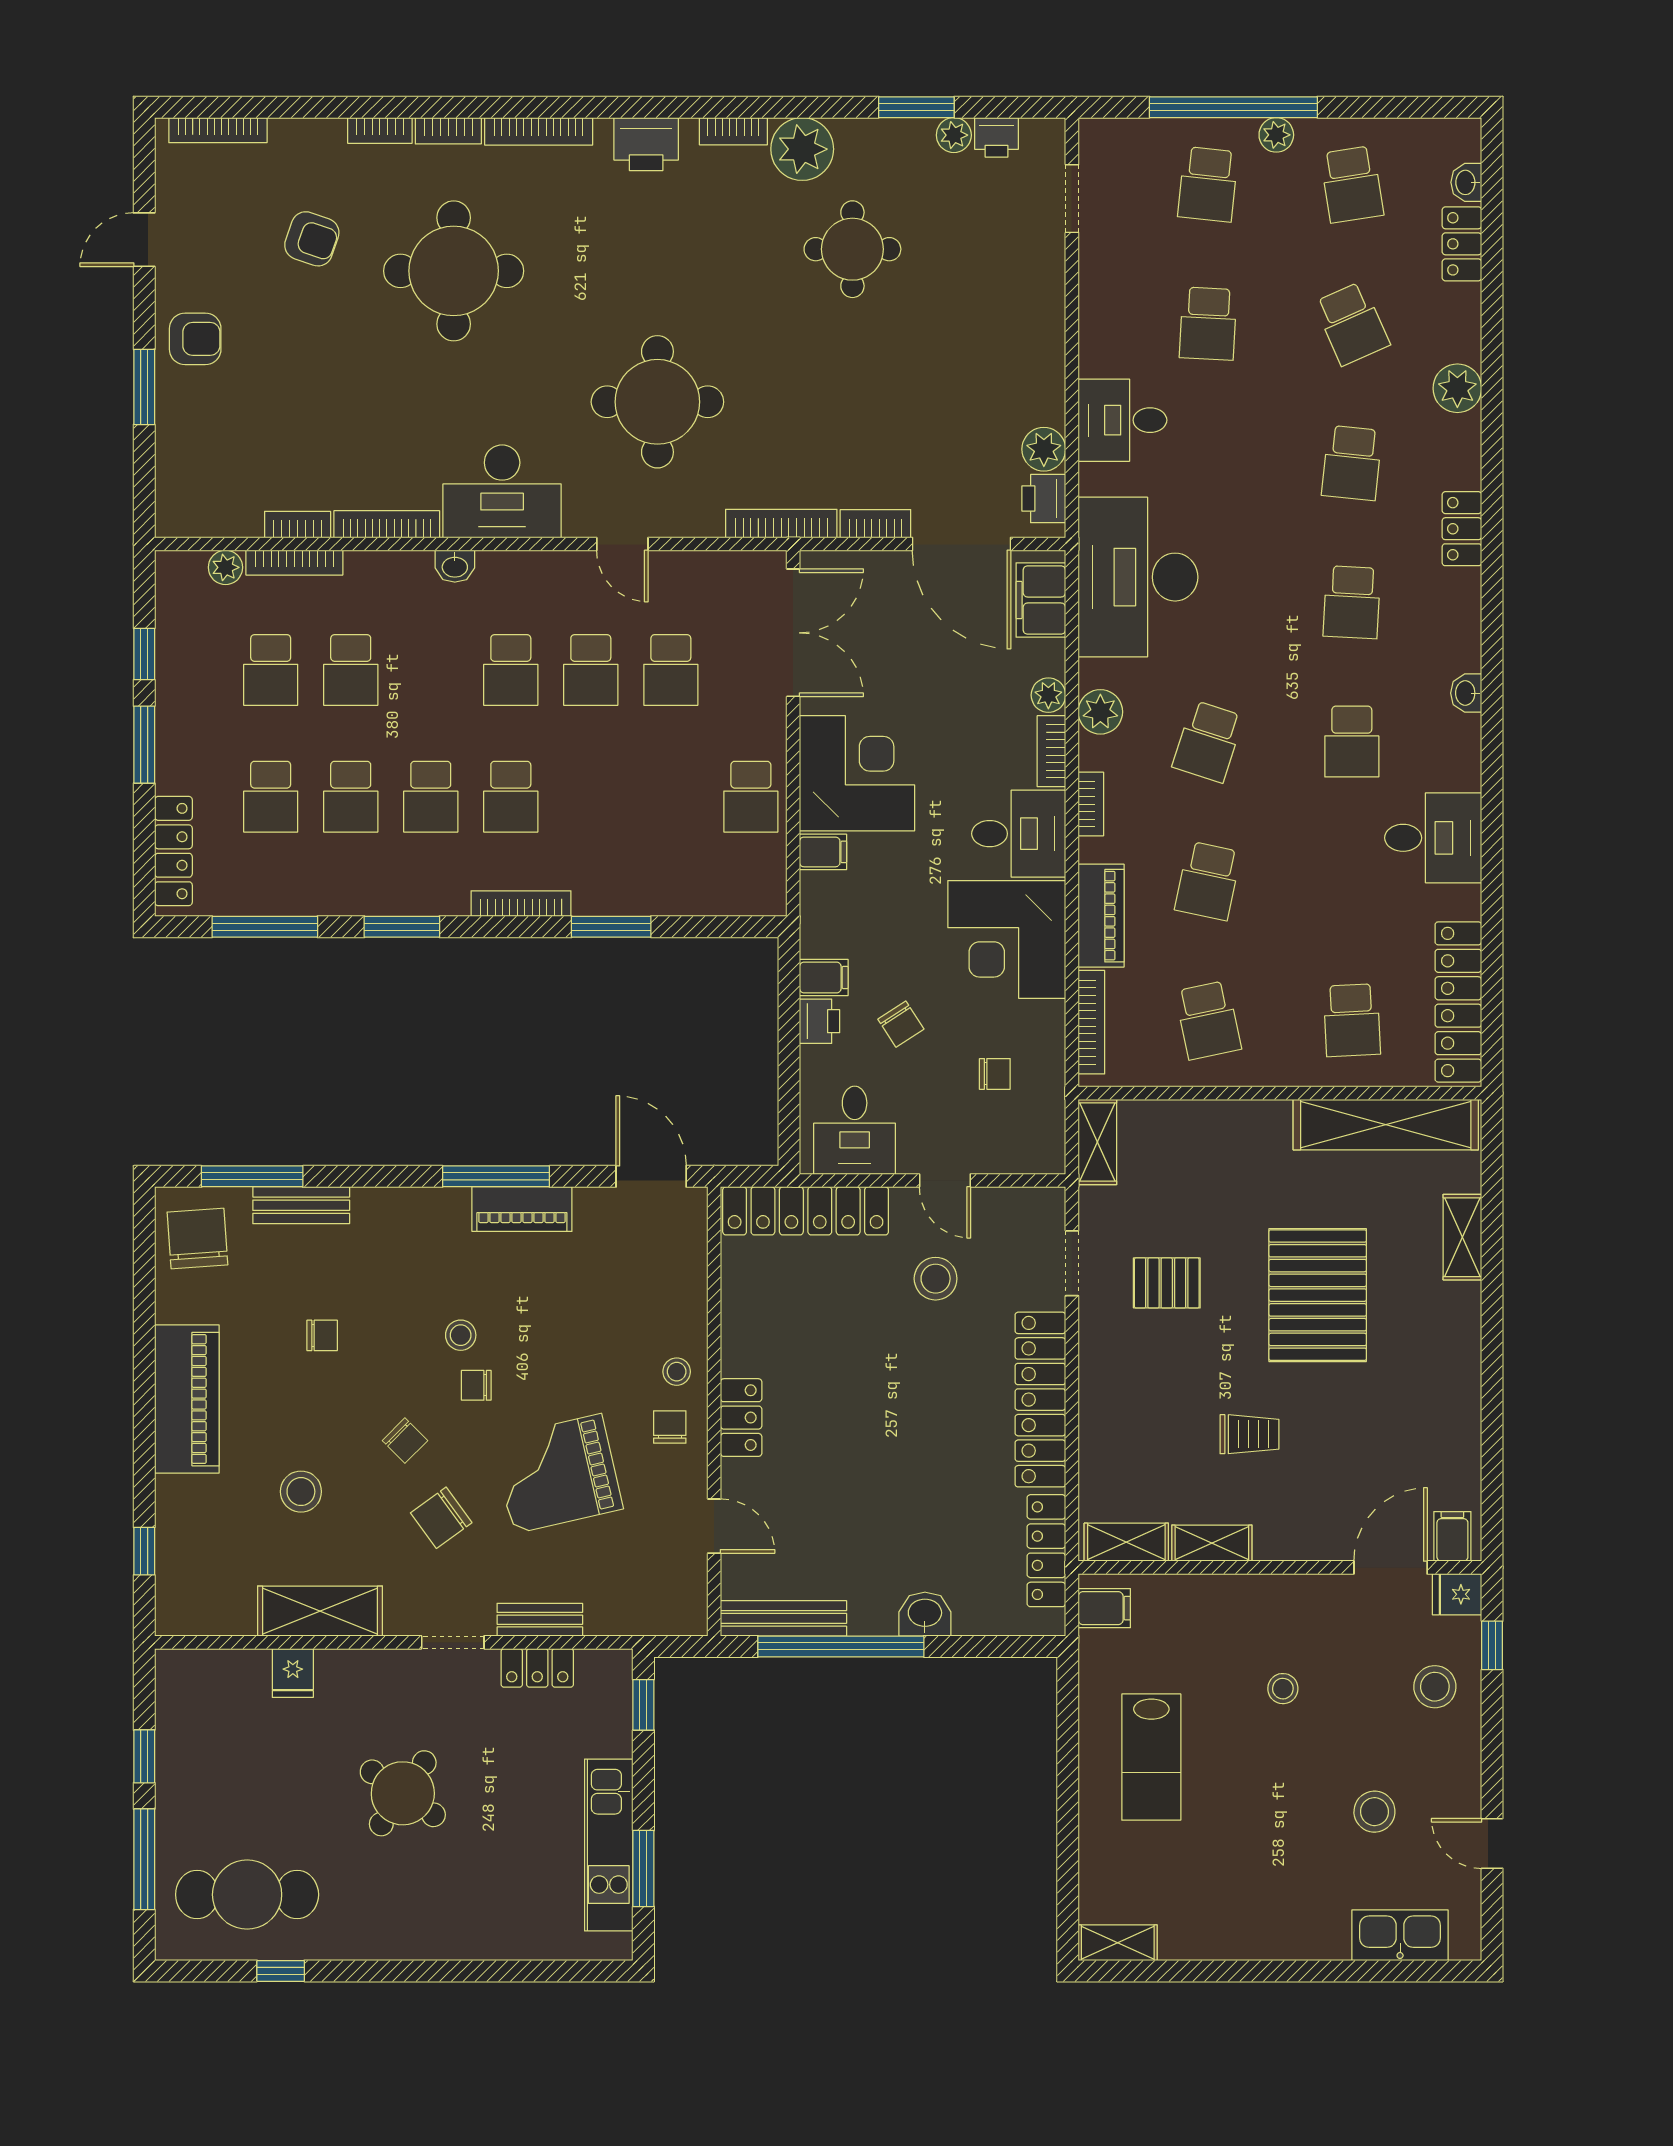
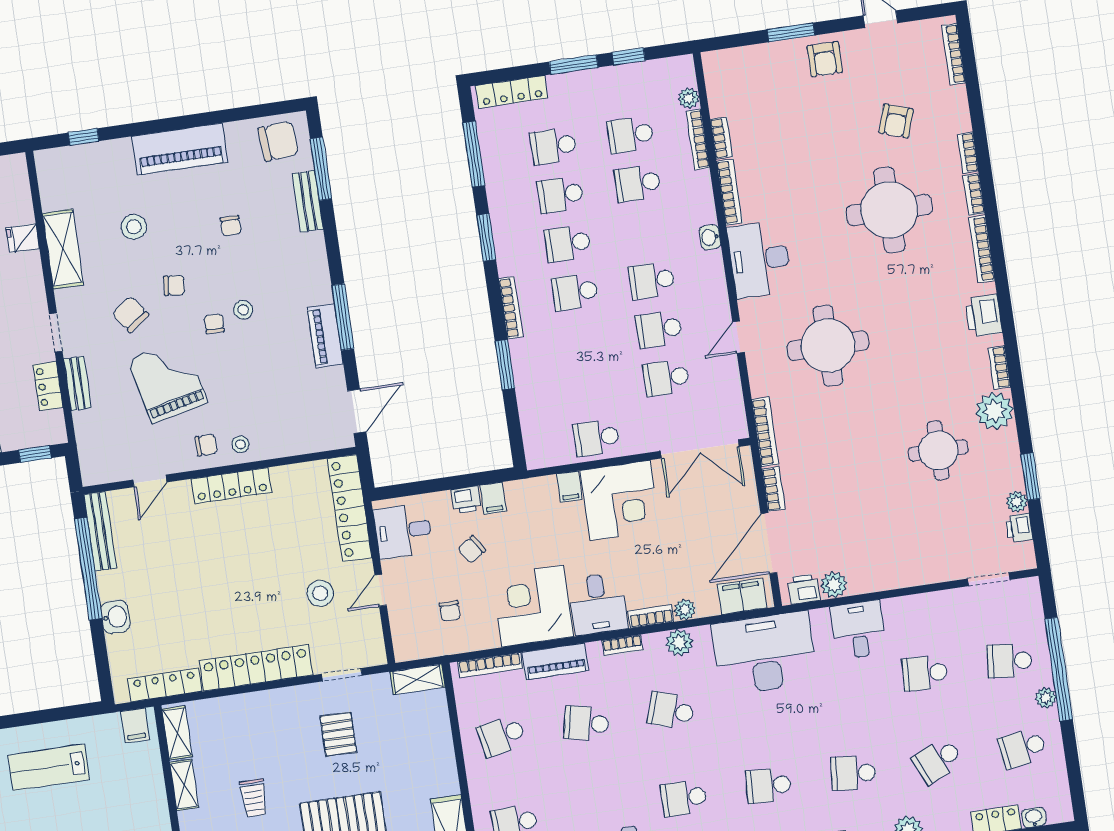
locker: (741, 1418) -> (231, 486), width x1.53
chair: (405, 1441) -> (174, 285), turned -129

